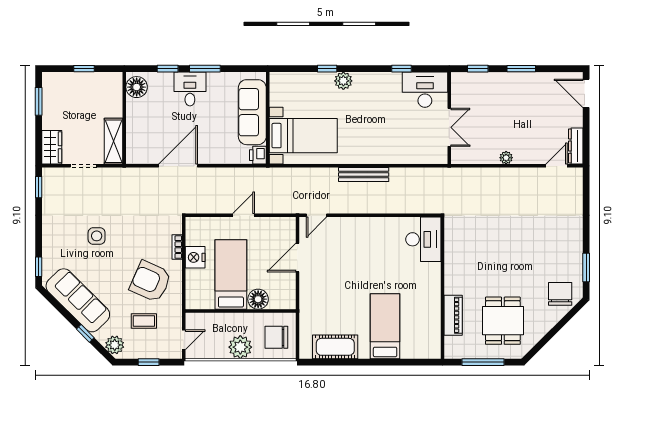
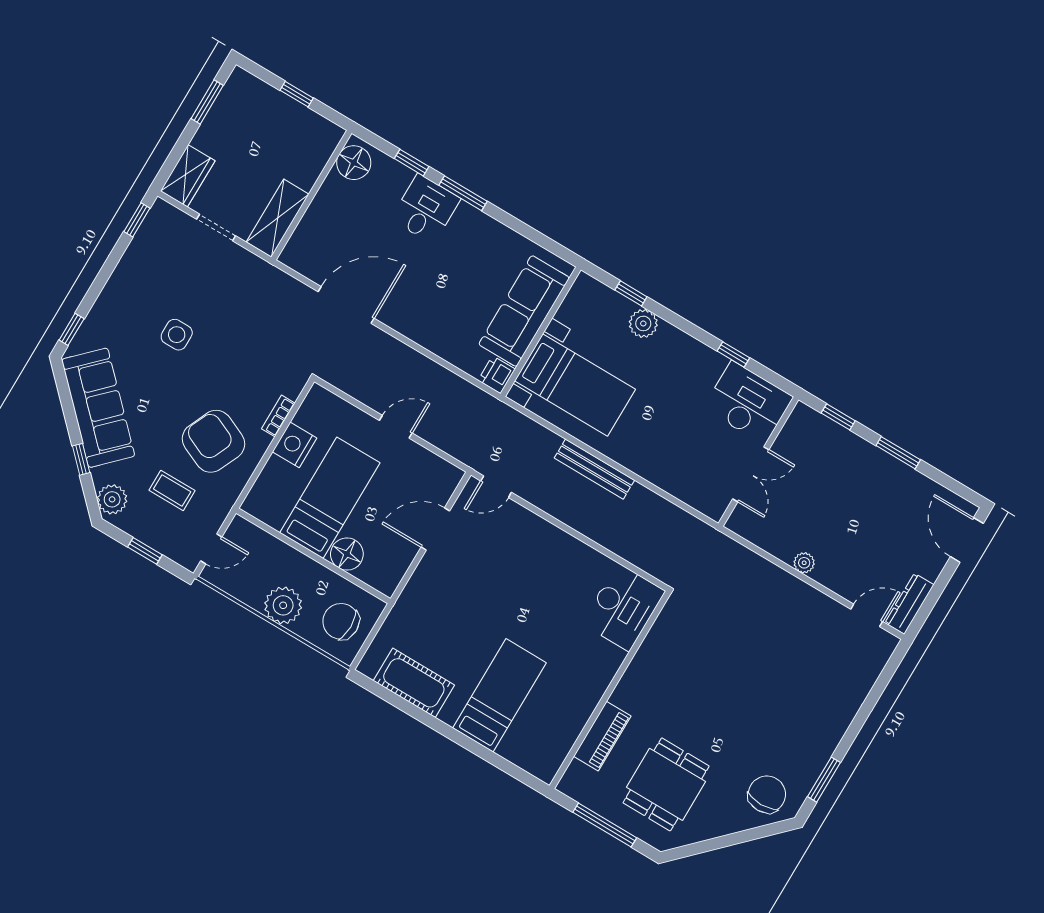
sofa: (252, 112) -> (524, 311), moved
wall: (268, 118) -> (541, 332), moved
bed with nightstands: (303, 136) -> (575, 385), moved
printer: (258, 155) -> (497, 375), moved

